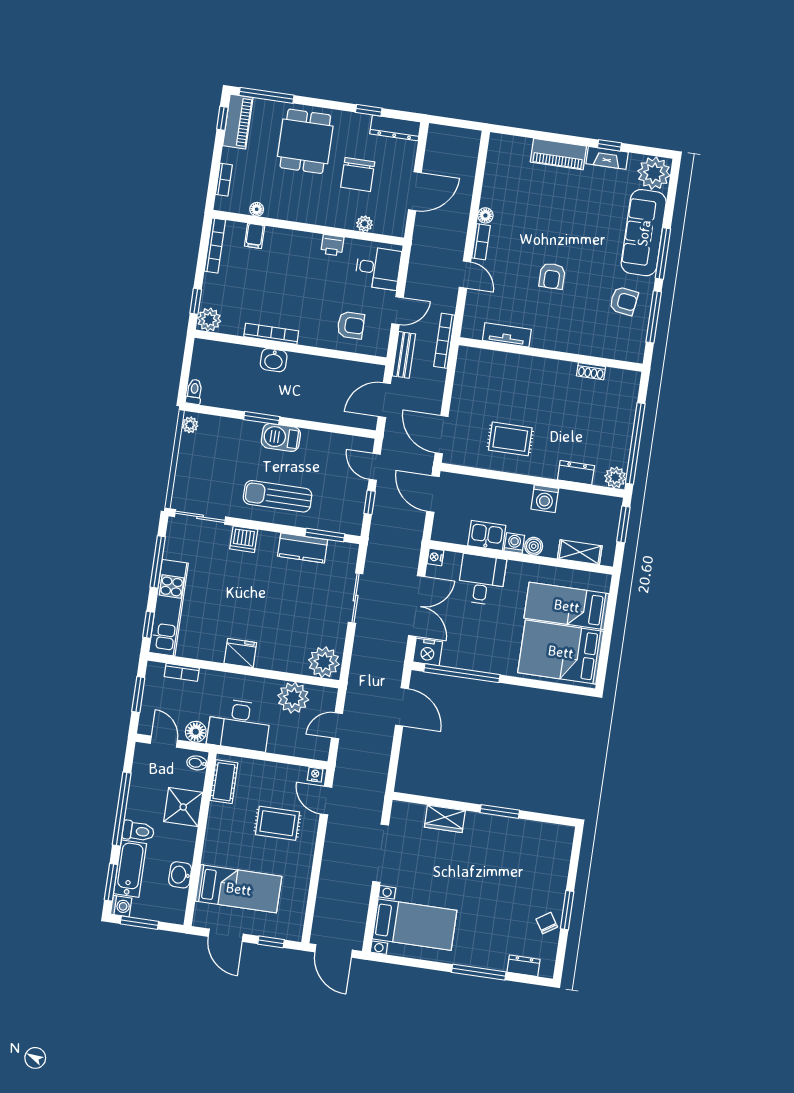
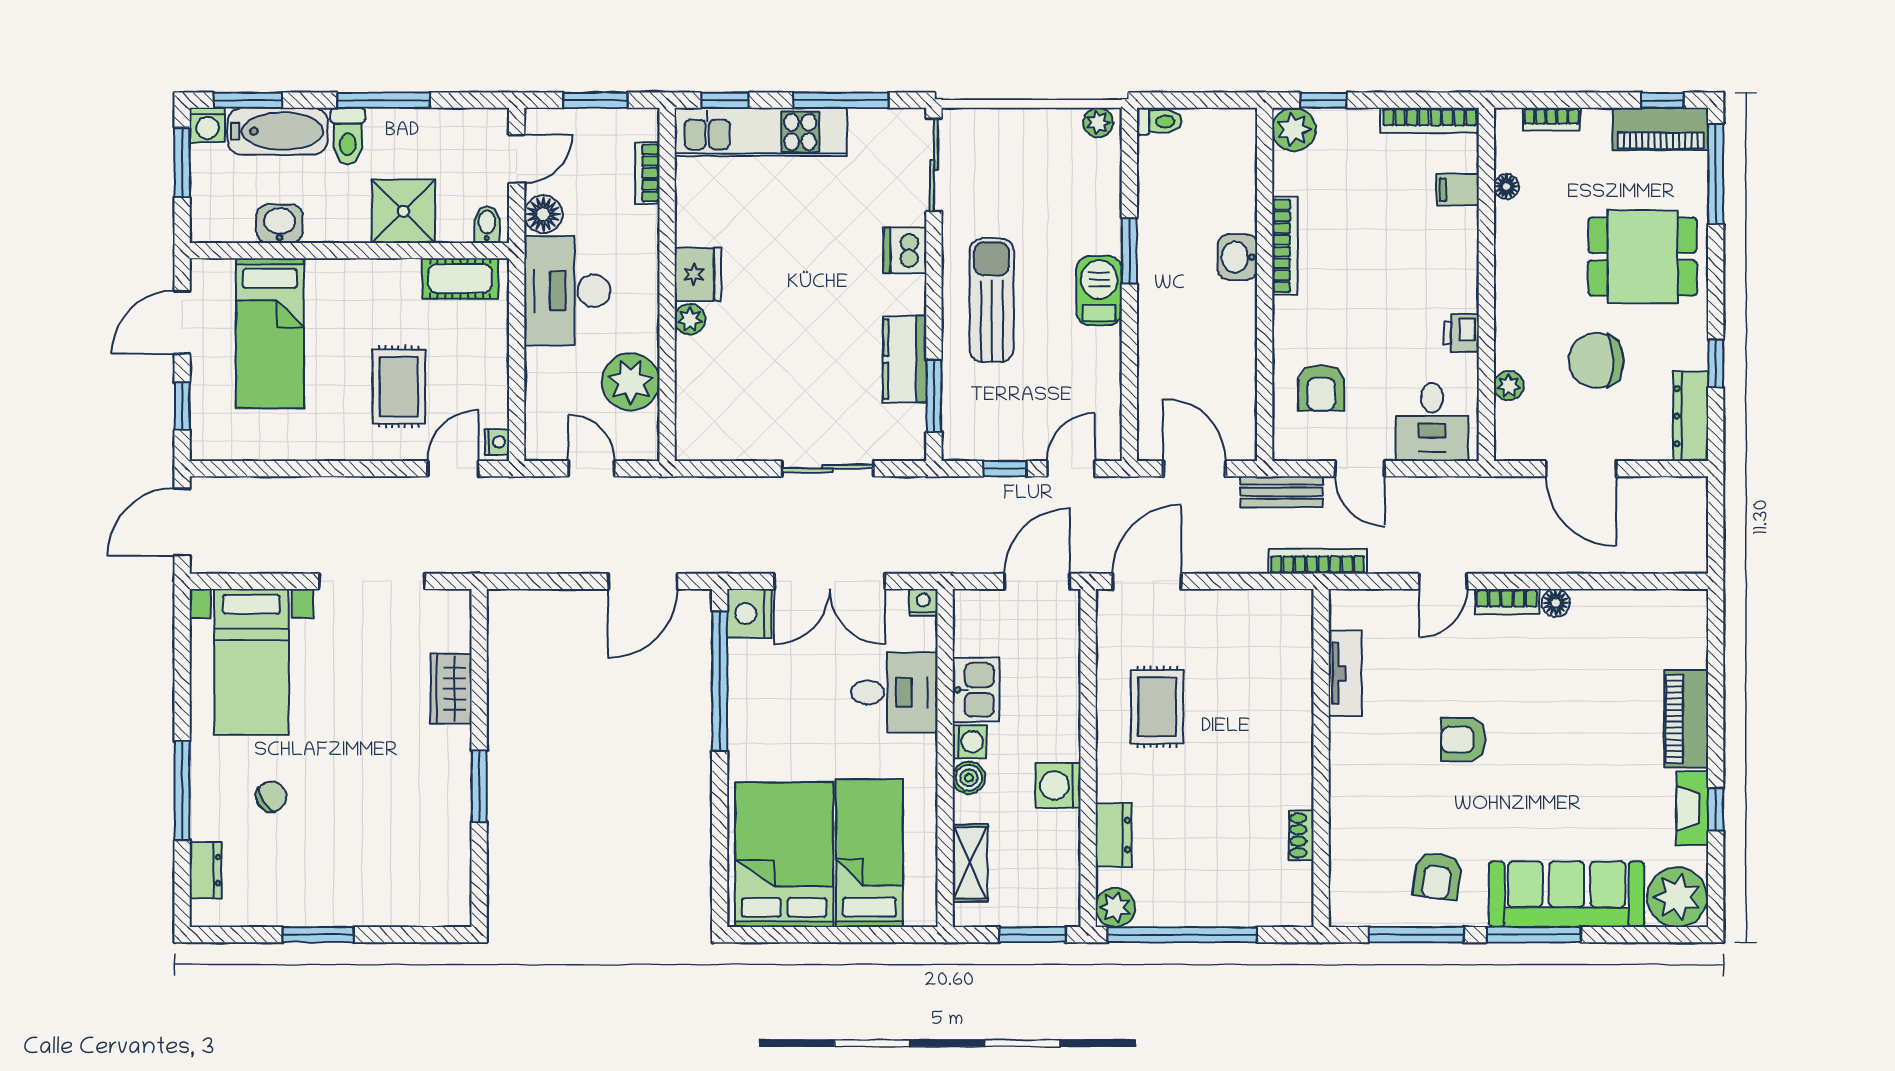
plant: (324, 662) -> (690, 319), moved, width x0.53, depth x0.53
window: (122, 809) -> (384, 100), width x0.68
chair: (547, 923) -> (271, 797), moved

